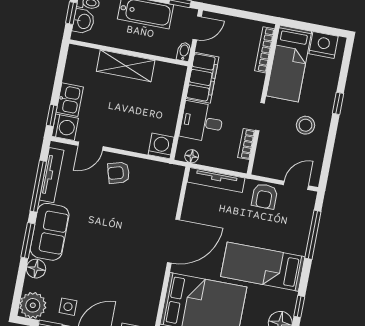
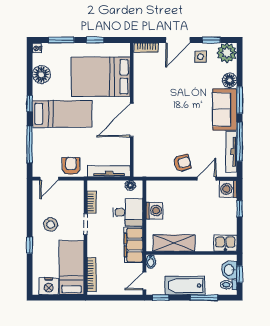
shelving: (126, 66) -> (174, 243), moved
kitchen sink: (70, 100) -> (225, 243), moved, turned 90
window: (52, 115) -> (240, 209), moved
washing machine: (161, 146) -> (154, 211), moved, turned -90
window: (299, 306) -> (30, 103), moved

